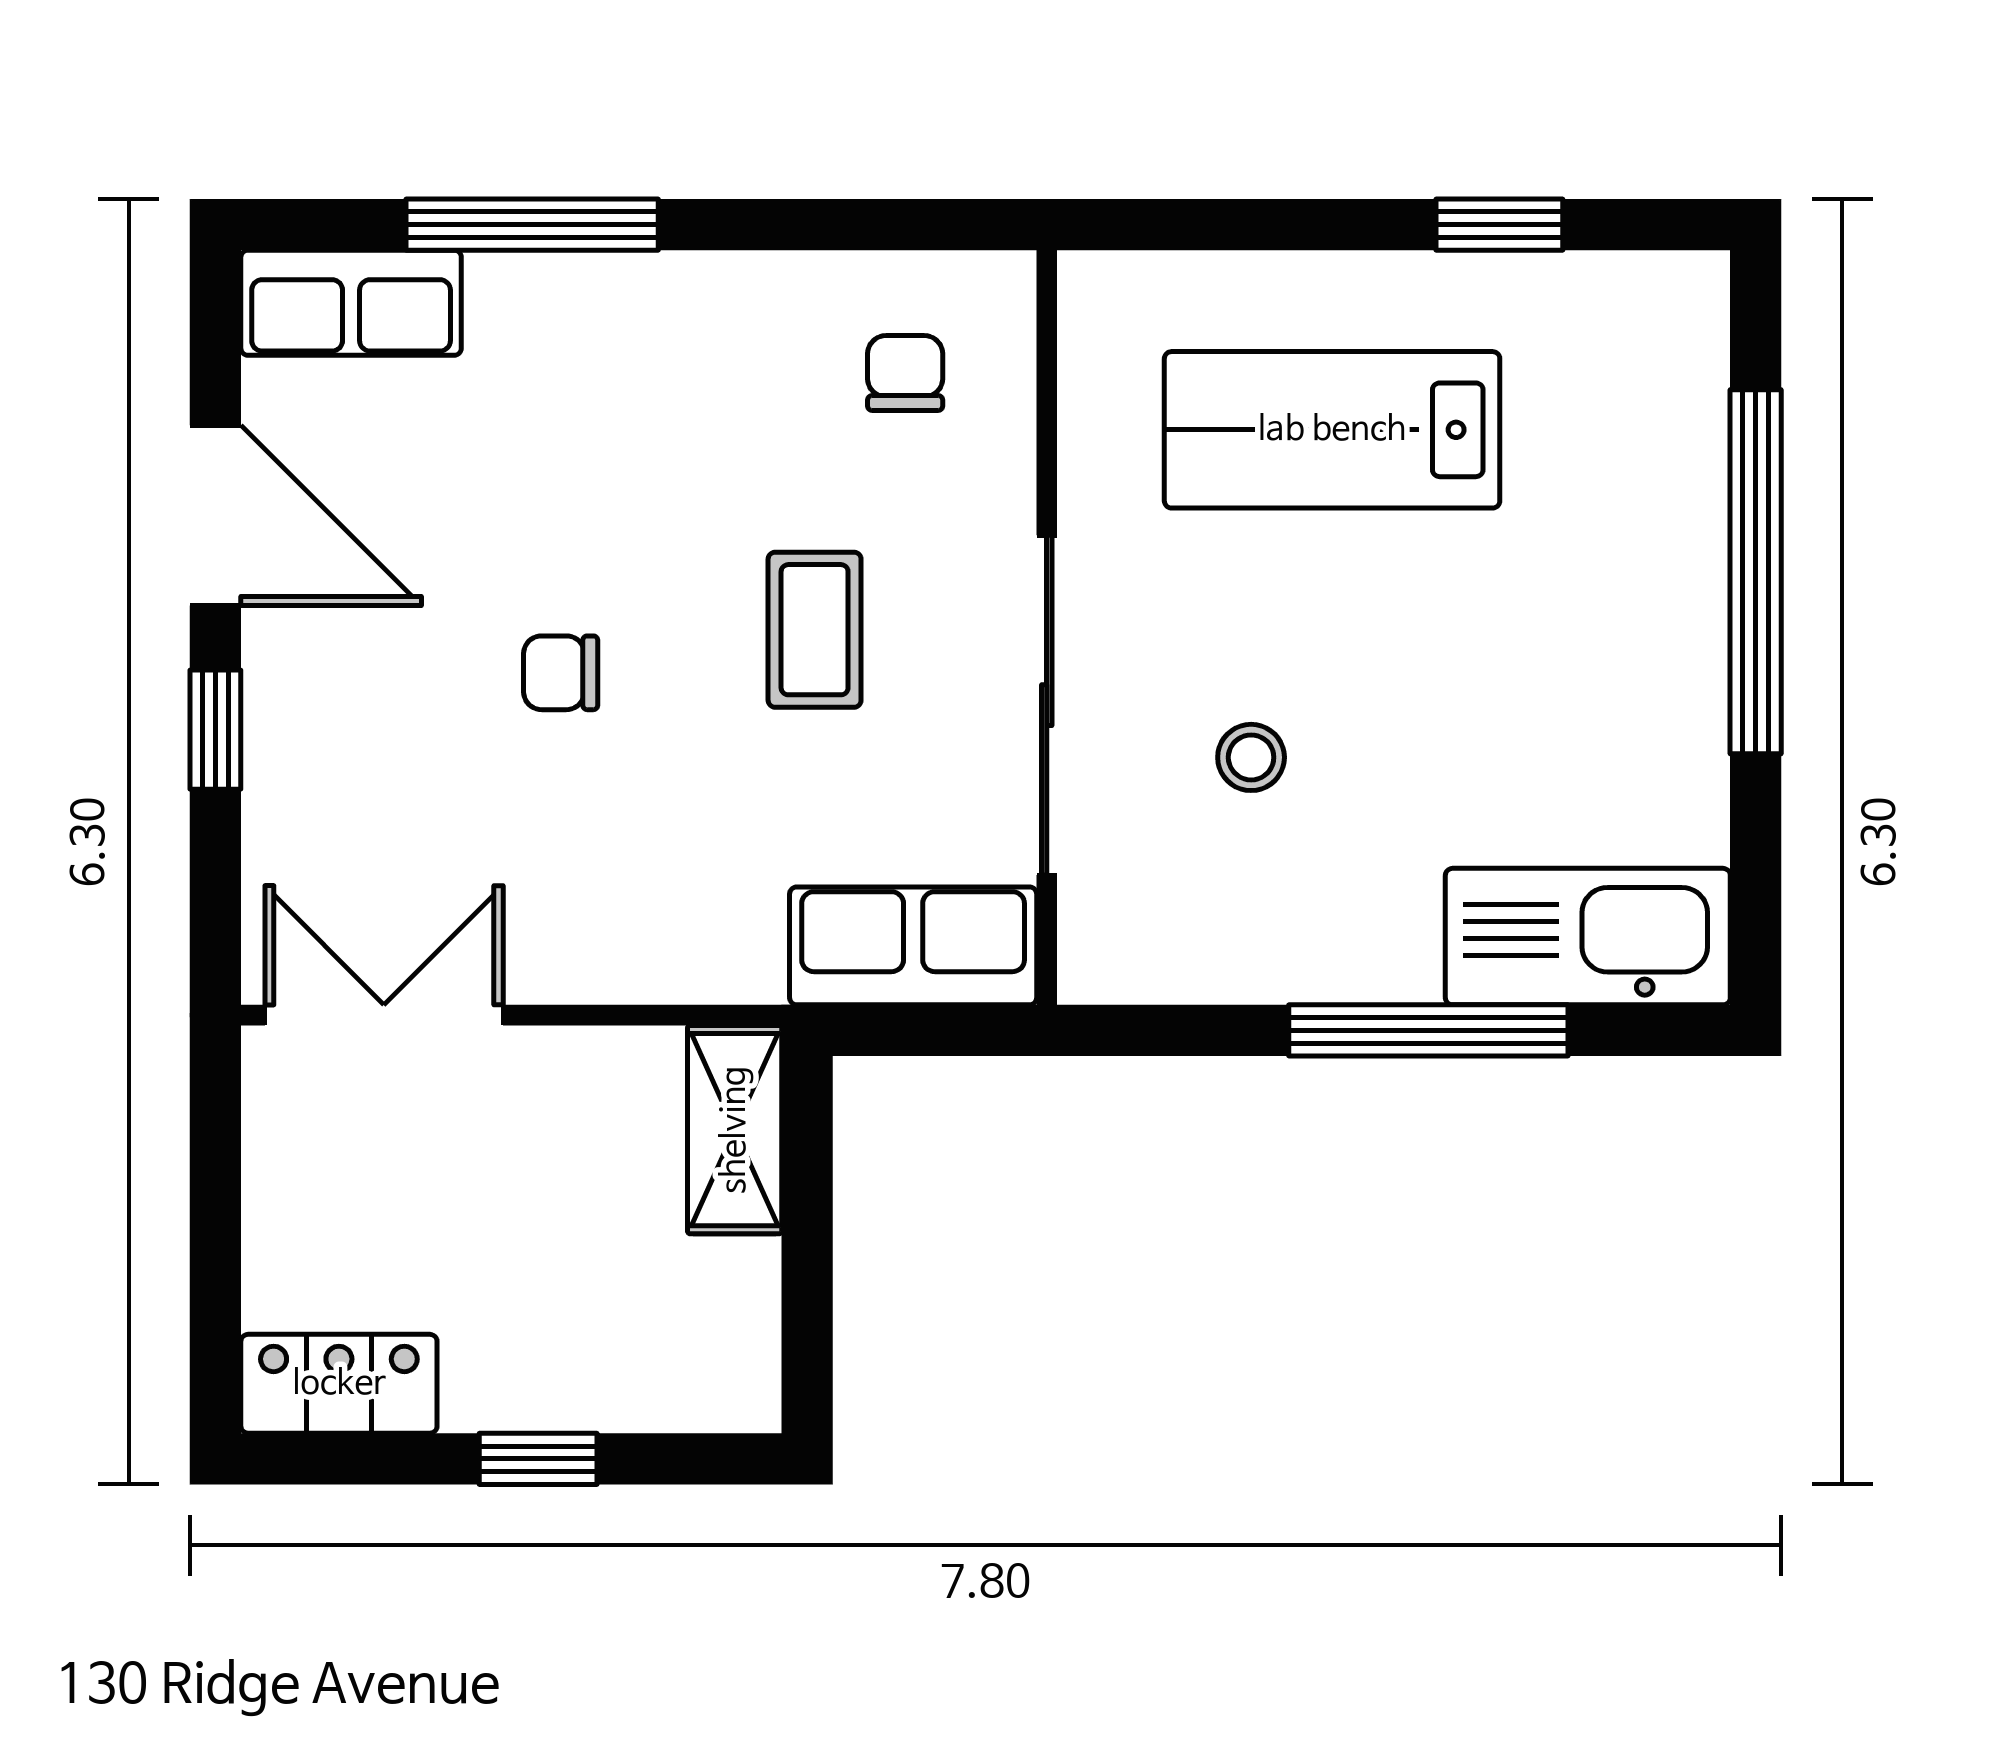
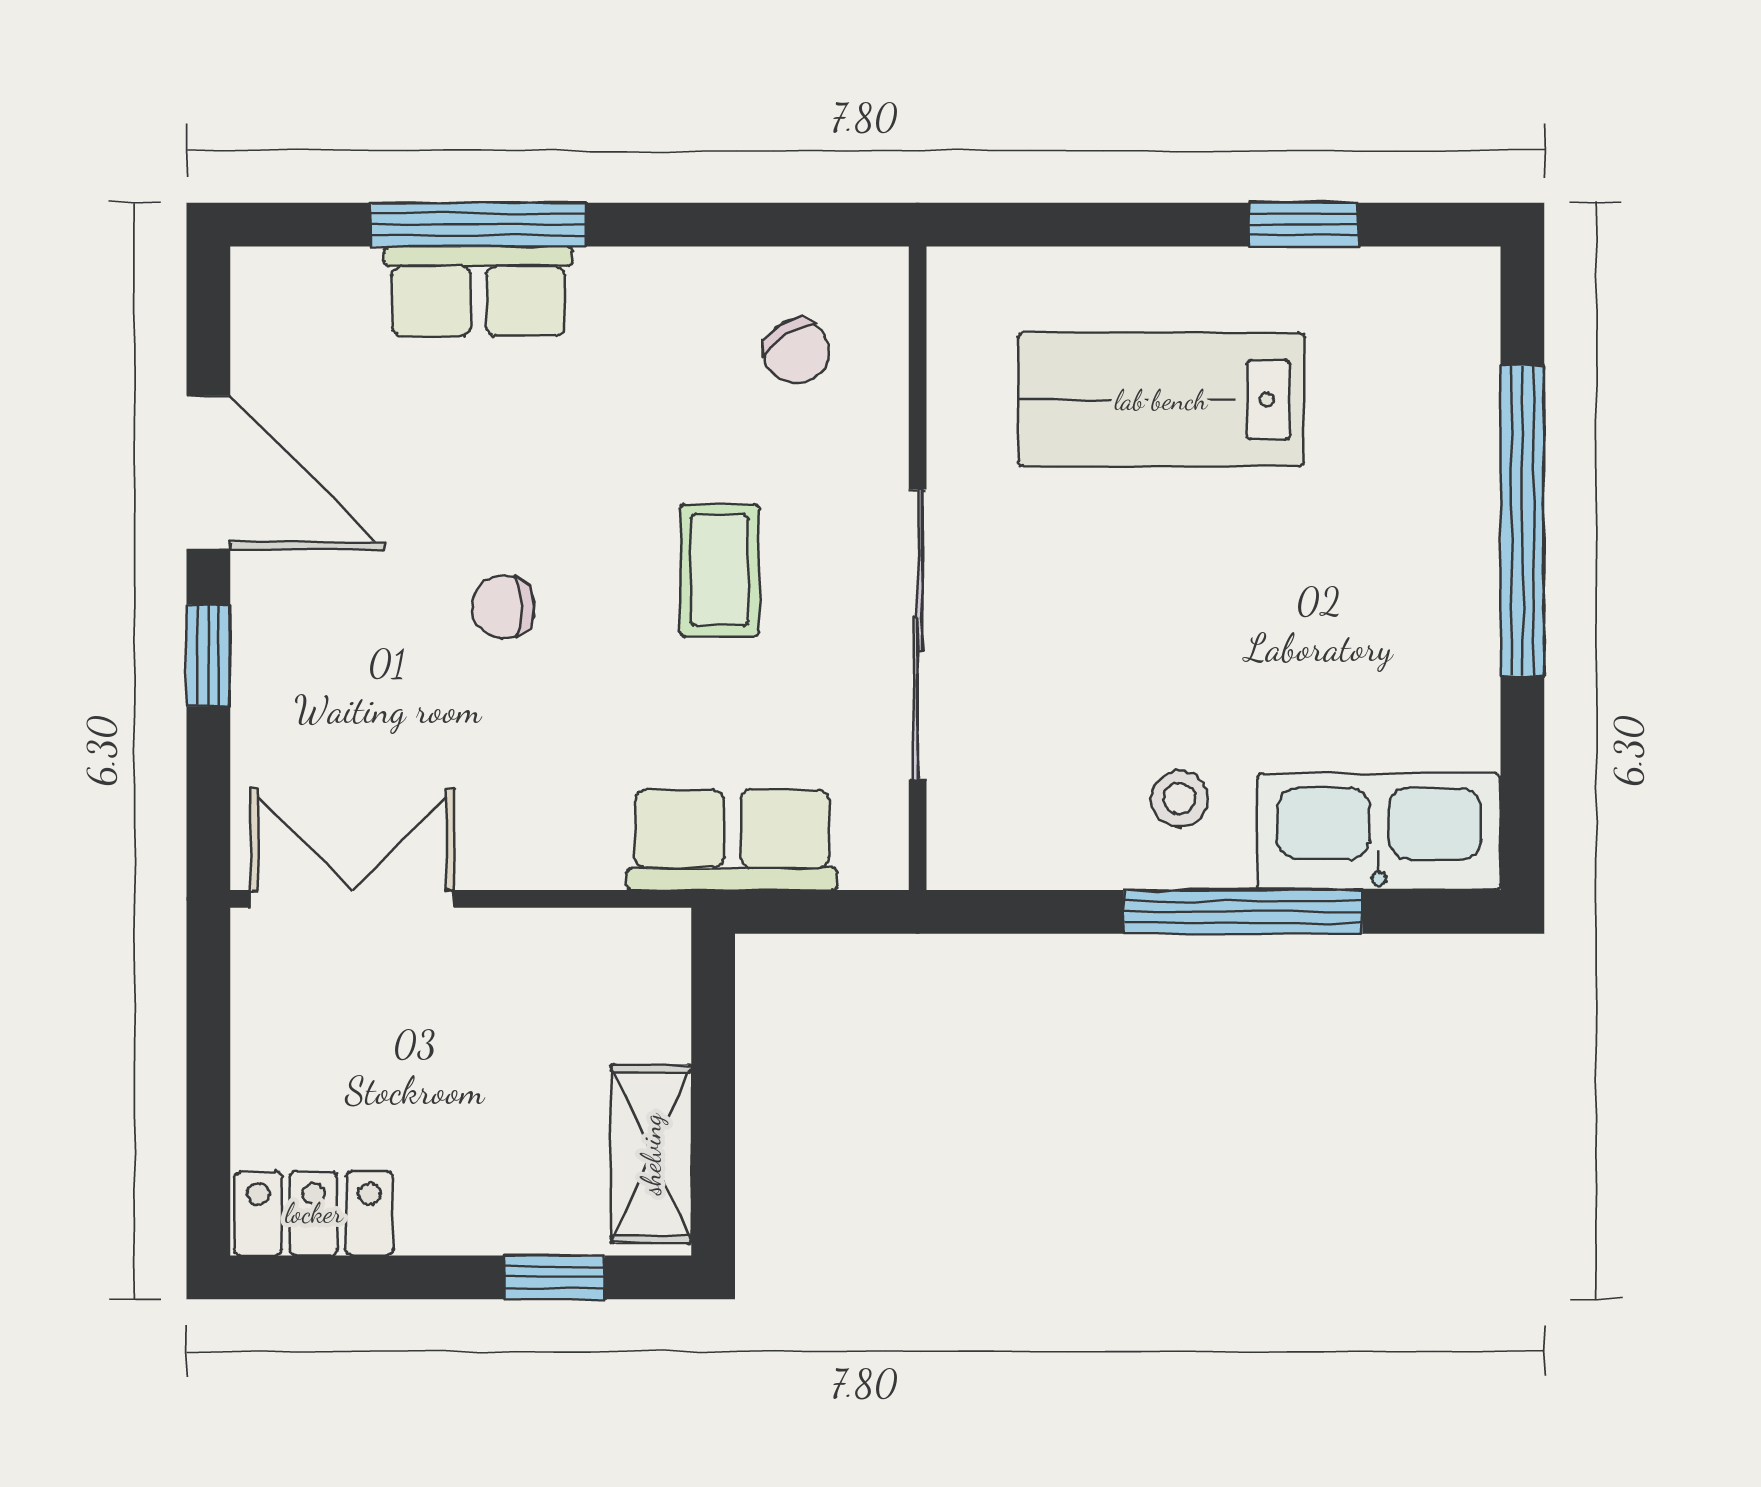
row of seats: (351, 303) -> (479, 291), moved
chair: (905, 373) -> (797, 351), turned 149
stool: (1251, 757) -> (1180, 799), moved
row of seats: (913, 946) -> (732, 840), moved
shelving: (735, 1130) -> (651, 1154), moved
window: (538, 1459) -> (554, 1277), moved

